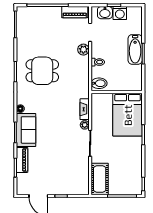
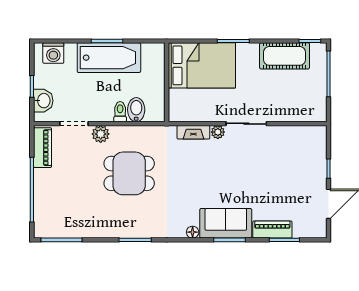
washing machine: (120, 13) -> (53, 53), moved, turned 90
bathtub: (135, 49) -> (109, 58), width x1.36, depth x1.36
dining table: (42, 71) -> (129, 173), moved, turned 90
bidet: (99, 83) -> (136, 110), moved
cot: (100, 179) -> (285, 56), moved

